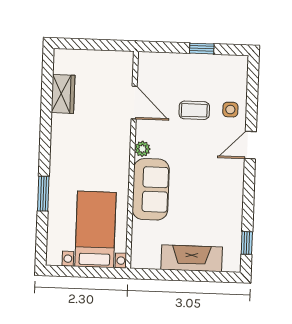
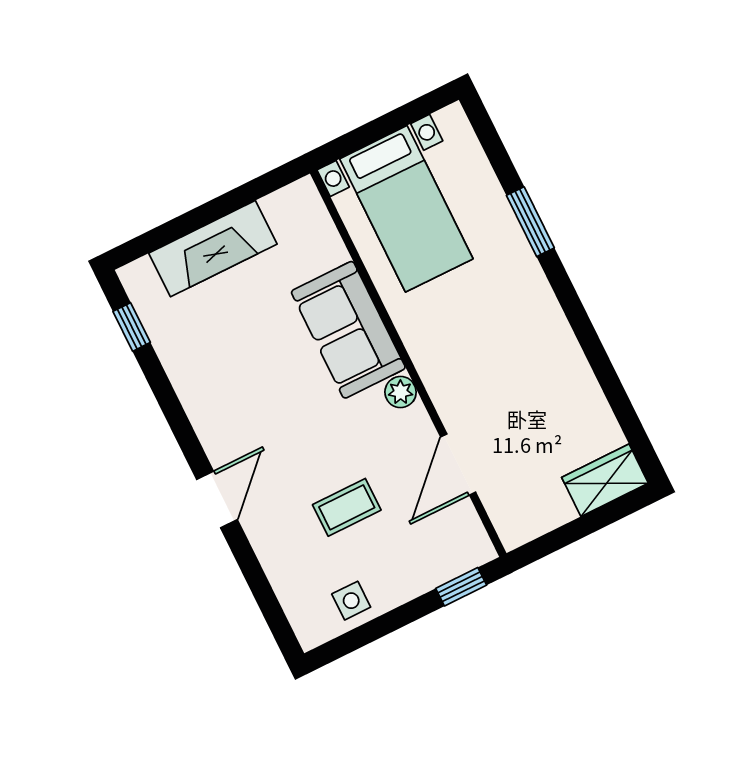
window: (202, 49) -> (461, 587), moved
wardrobe: (63, 94) -> (605, 480), moved, turned 90
door: (134, 102) -> (458, 465), hinge flipped
side table: (230, 110) -> (351, 601), moved

